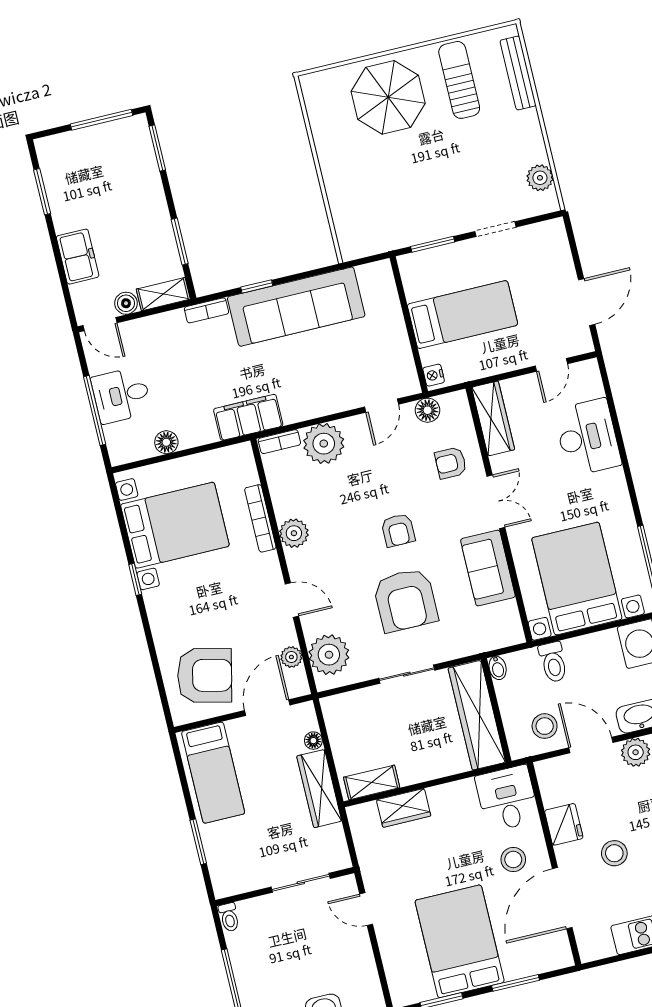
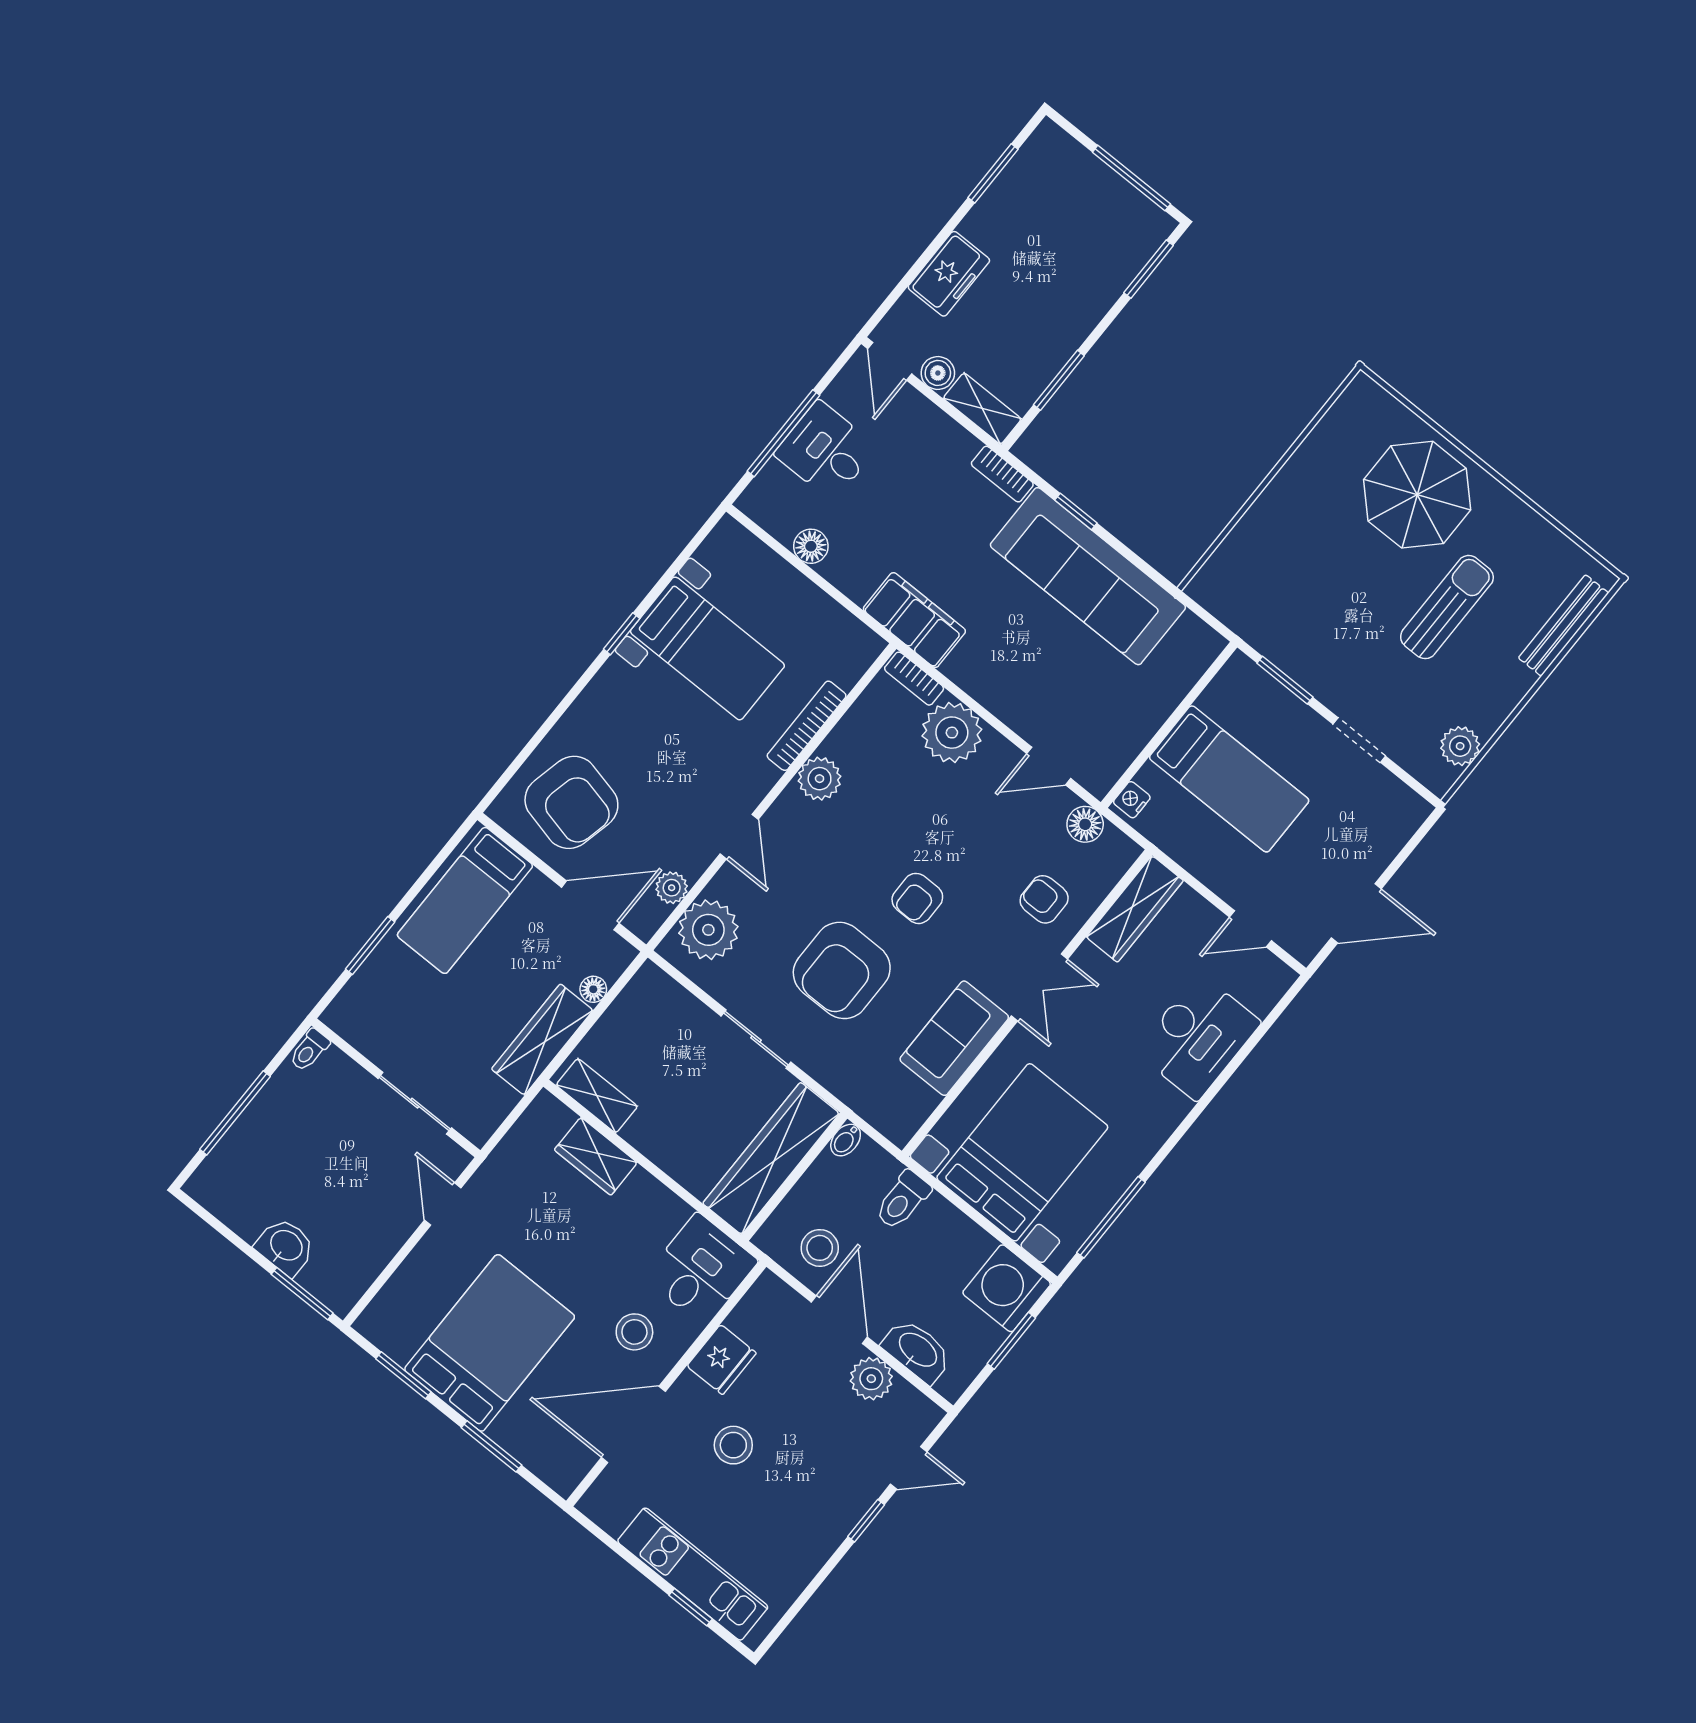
sun lounger: (459, 80) -> (1447, 607), moved
bed with nightstands: (175, 525) -> (707, 648), width x0.73

